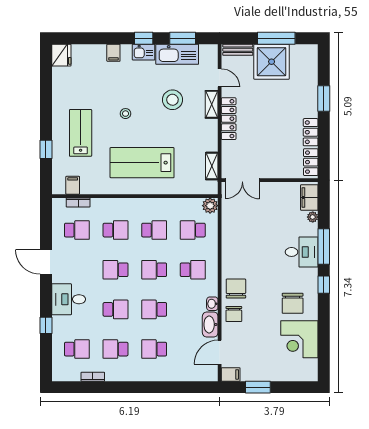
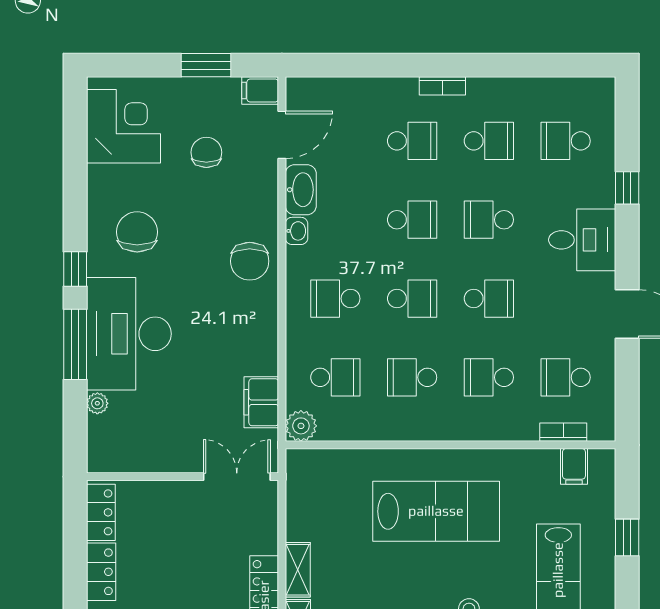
shelving: (212, 166) -> (298, 570), moved
filing cabinet: (309, 198) -> (261, 402), moved, turned 180
desk: (302, 252) -> (129, 334), width x1.87, depth x1.30
chair: (234, 314) -> (206, 152), moved
corner desk: (299, 339) -> (123, 126), moved
bookcase: (93, 377) -> (442, 86), moved

